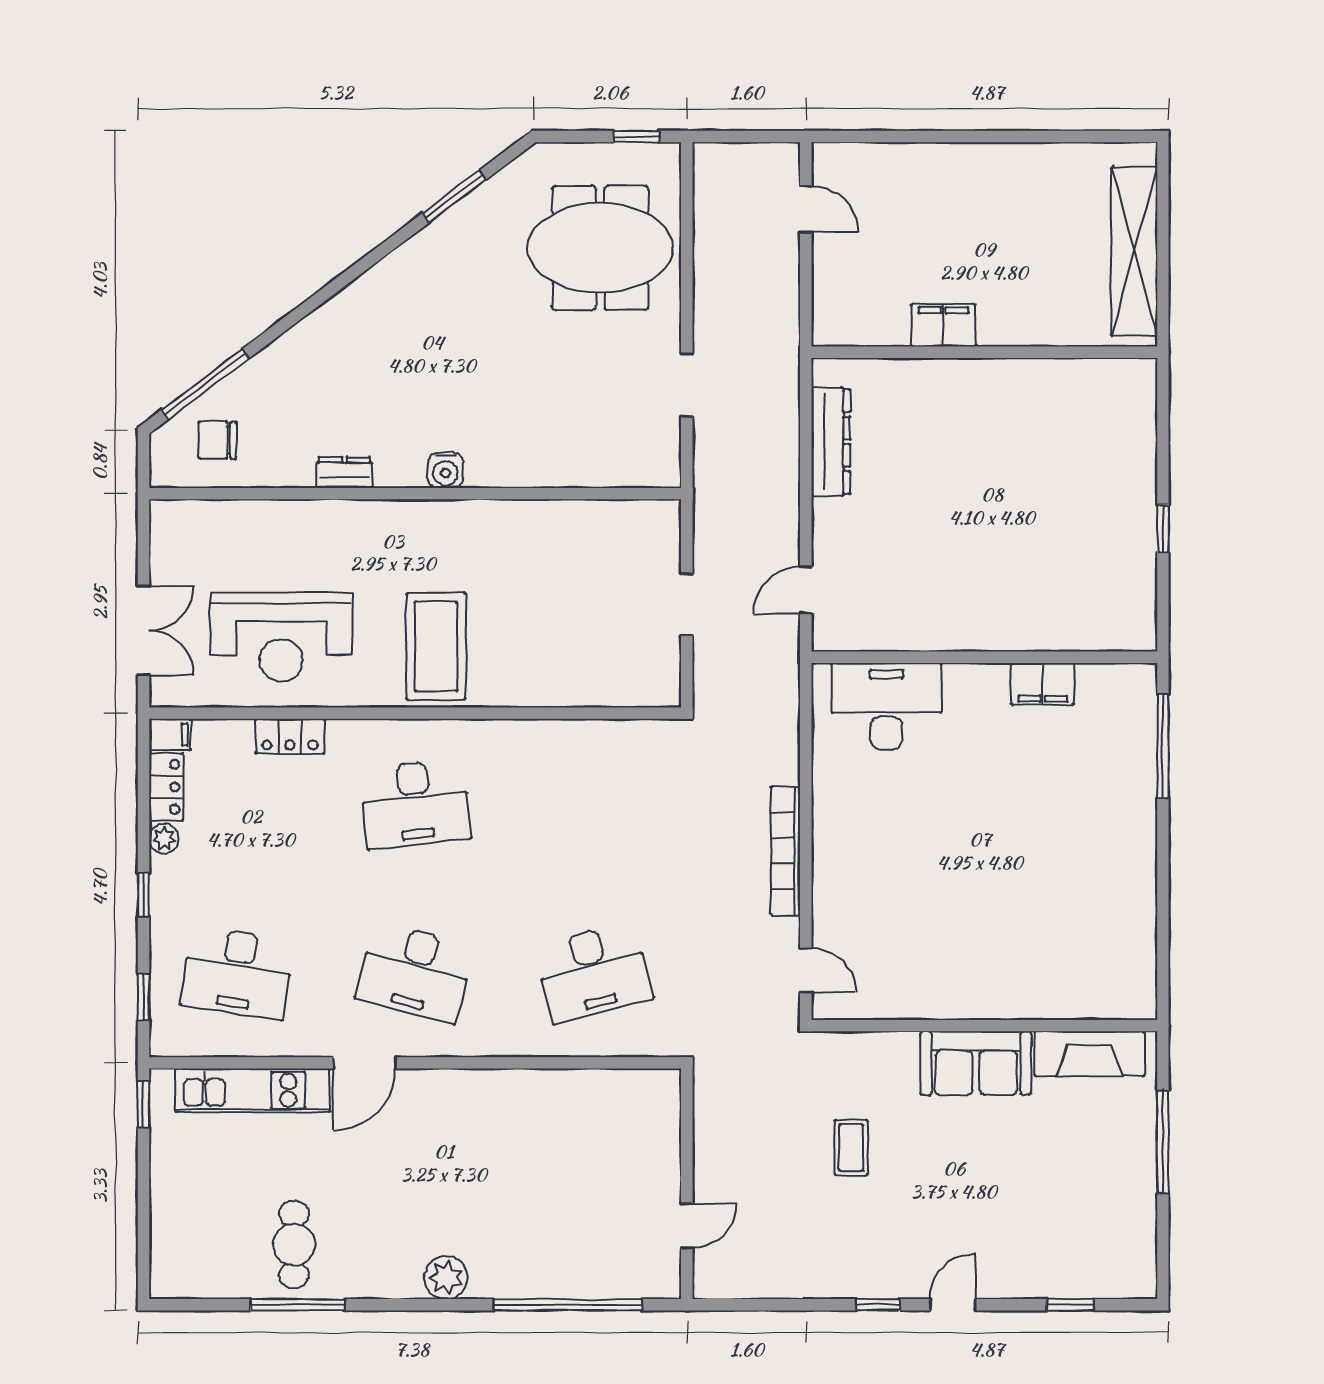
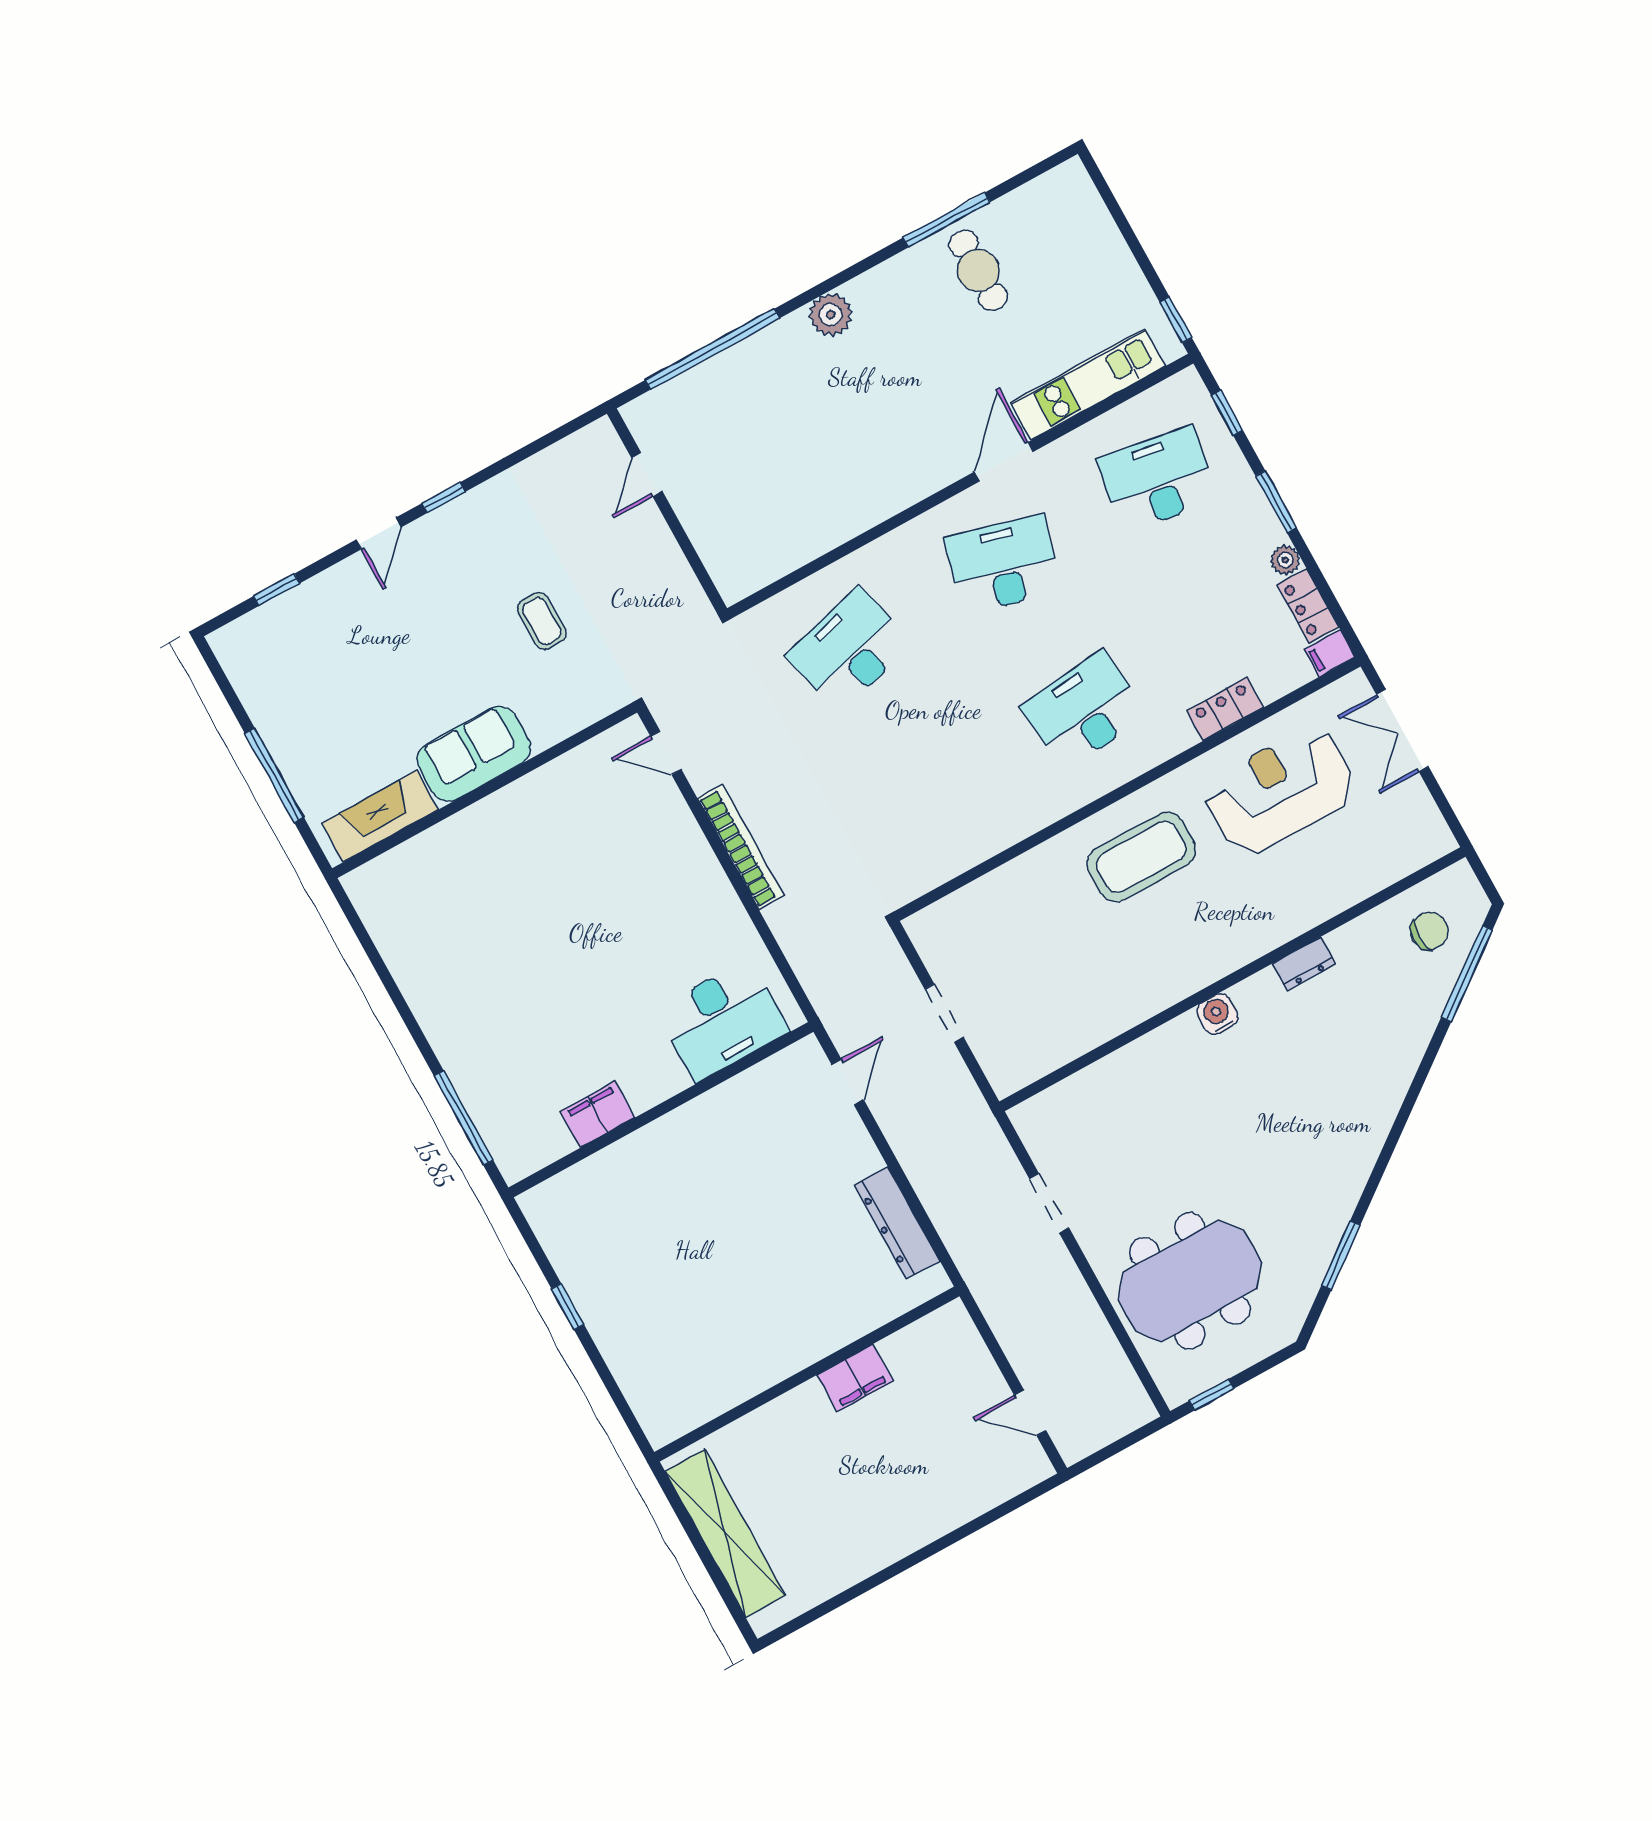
coffee table: (436, 646) -> (1141, 857), turned 90
window: (144, 895) -> (1276, 502), width x1.50

